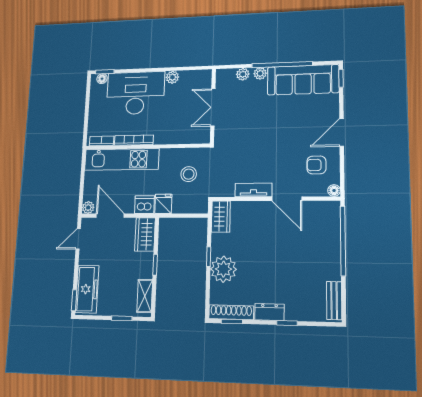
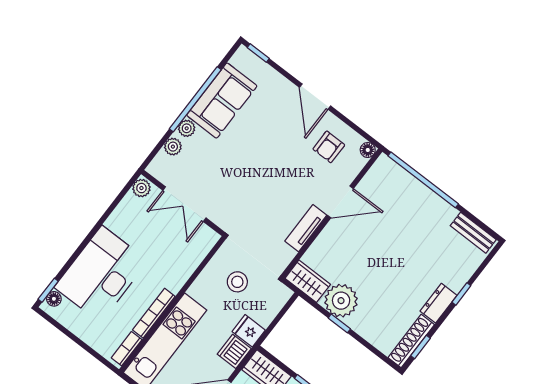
plant: (172, 77) -> (141, 188), moved
sofa: (303, 80) -> (222, 101), width x0.73
plant: (223, 269) -> (341, 301), moved

